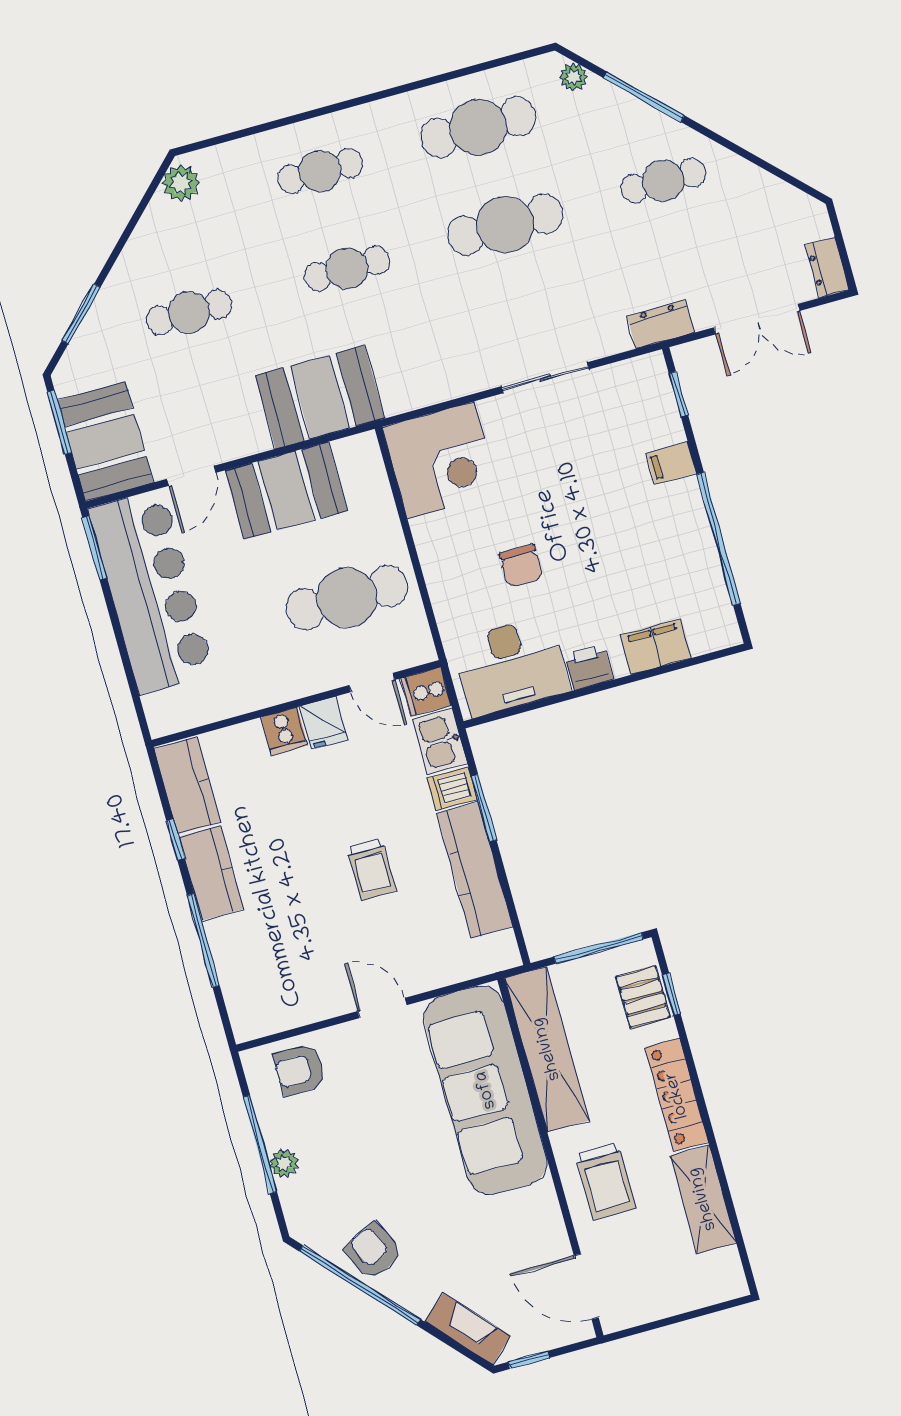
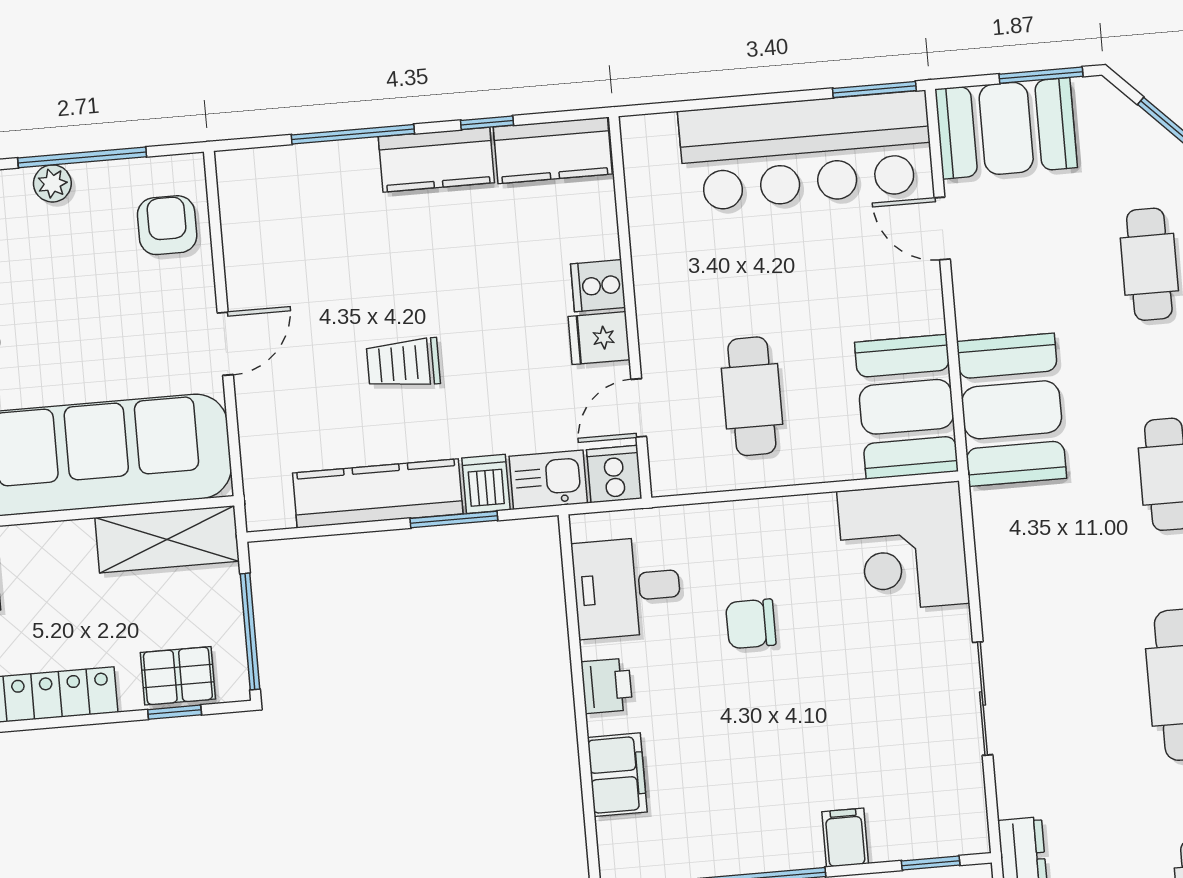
booth: (286, 491) -> (906, 407), moved
cafe table: (347, 598) -> (752, 396), width x0.73, depth x0.74
desk: (511, 666) -> (627, 587), width x0.73
shelving: (547, 1049) -> (167, 539), width x0.68

